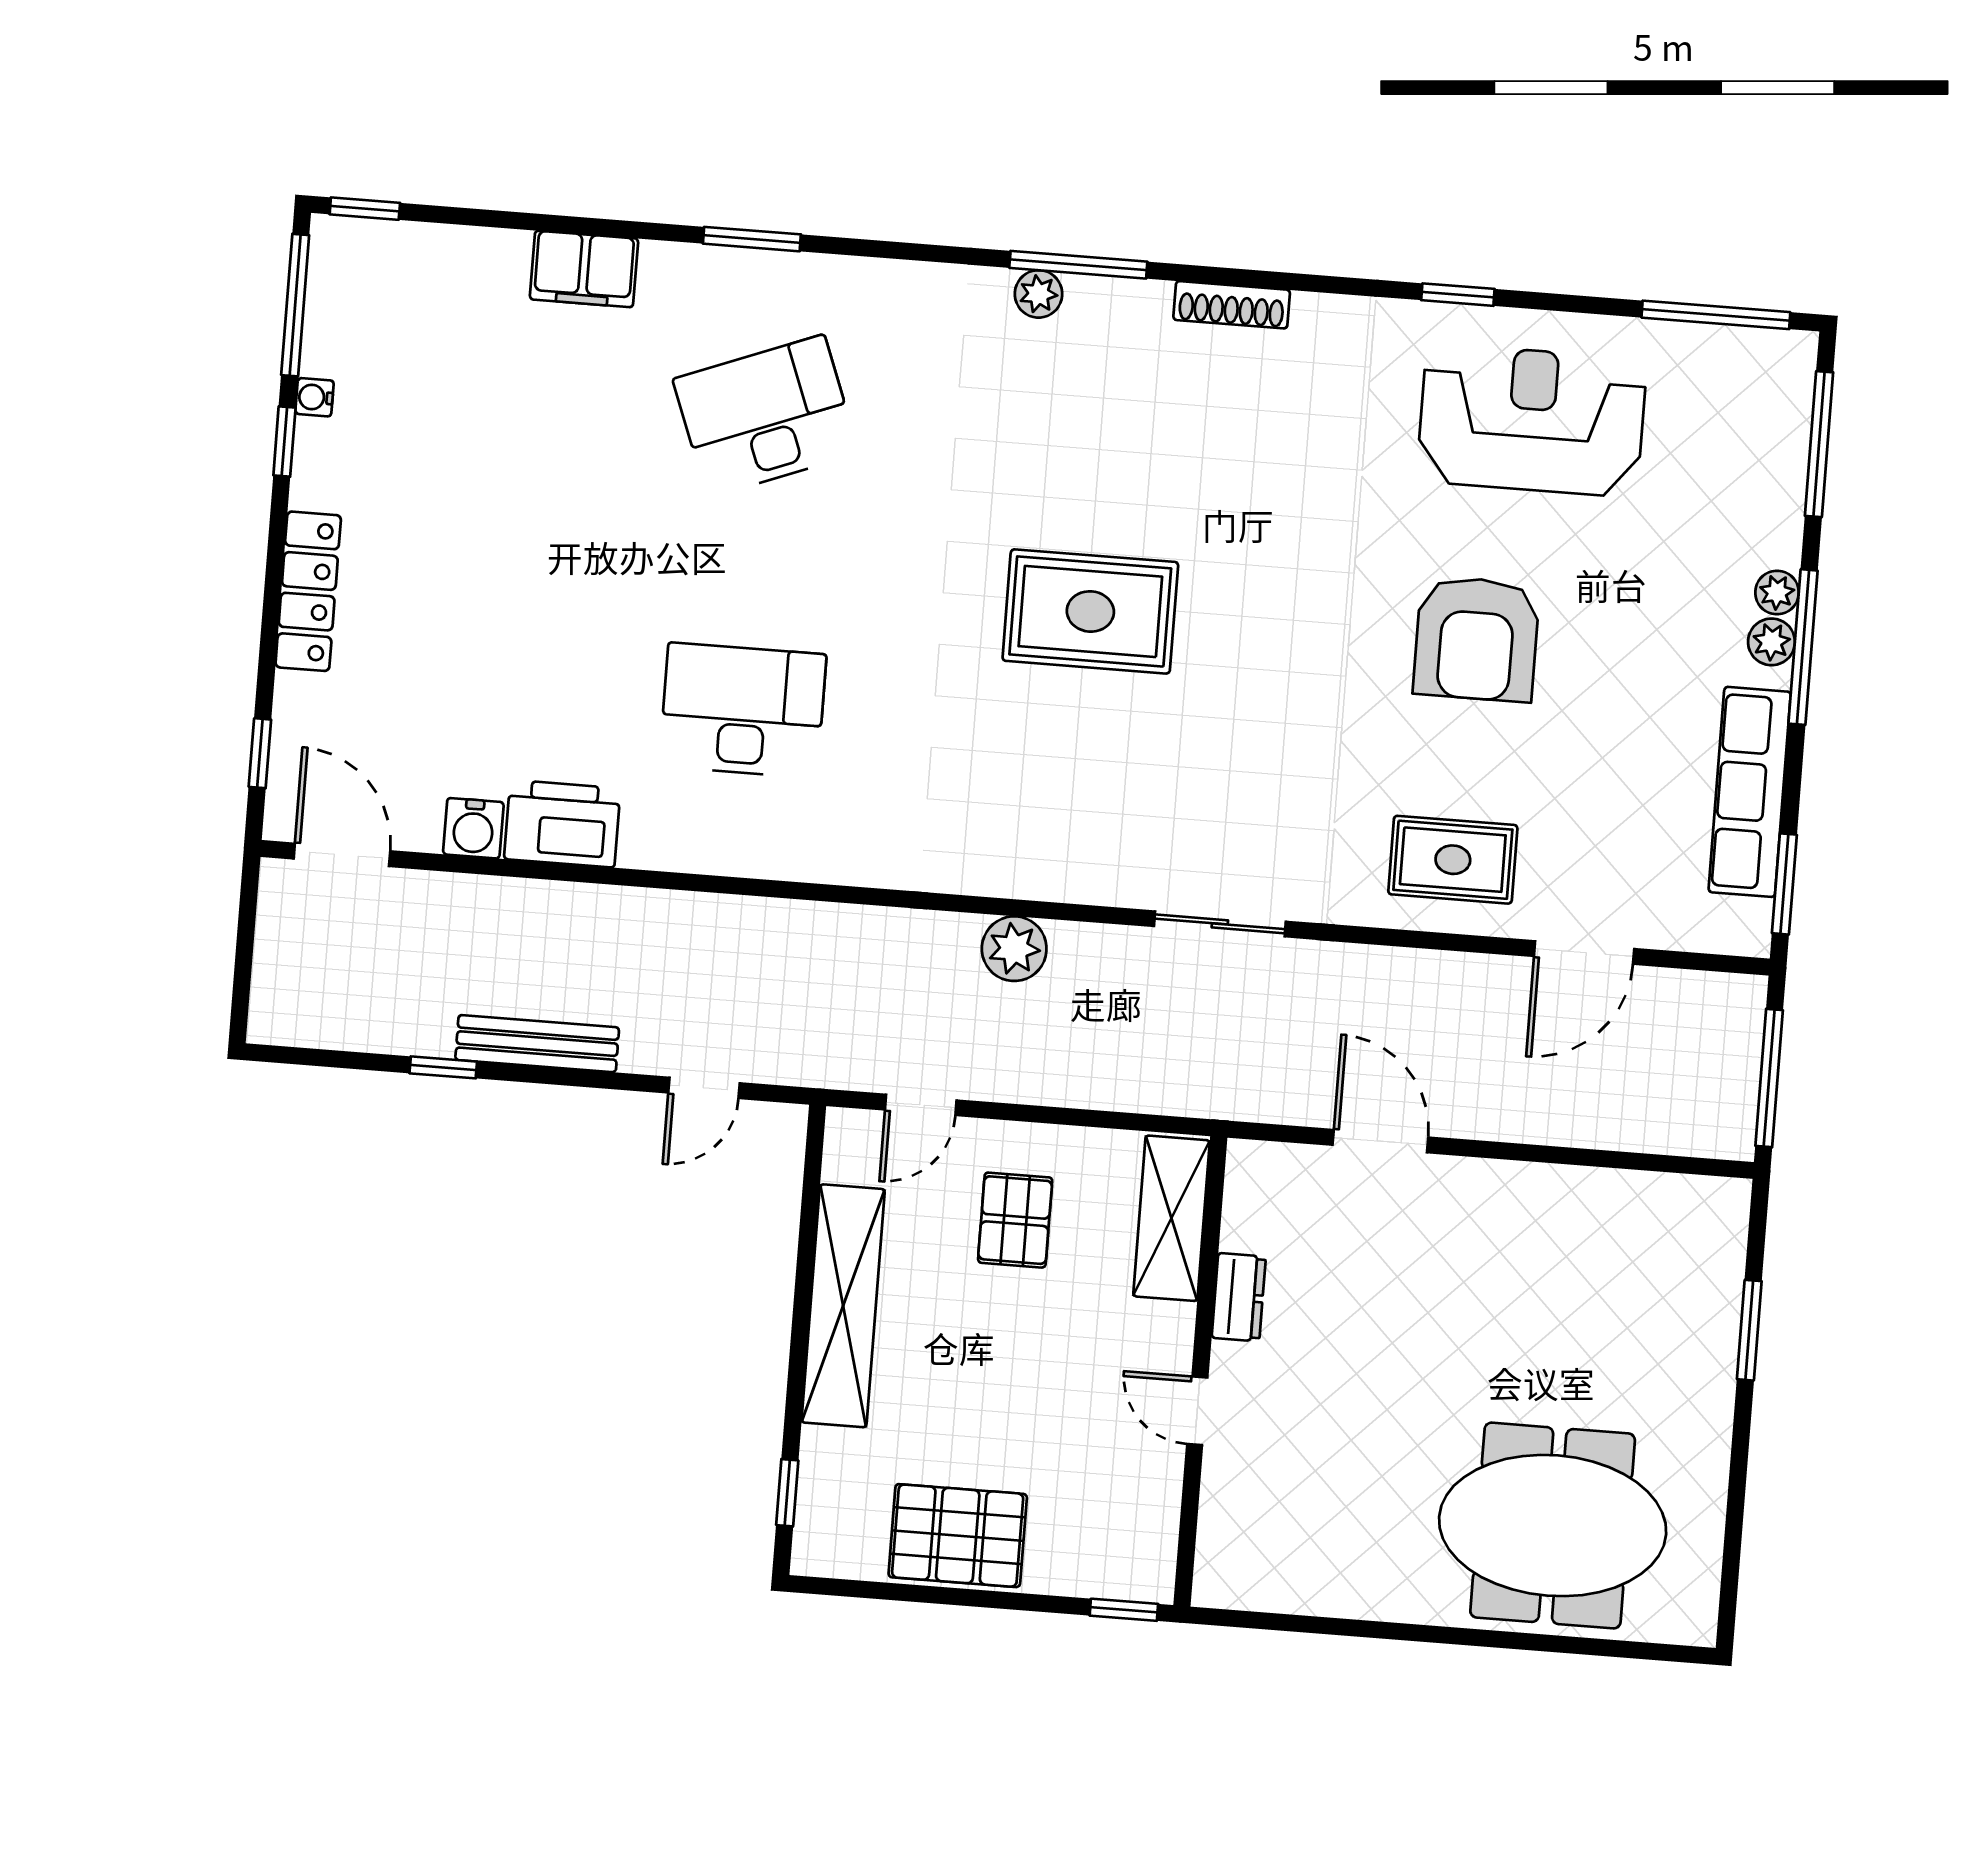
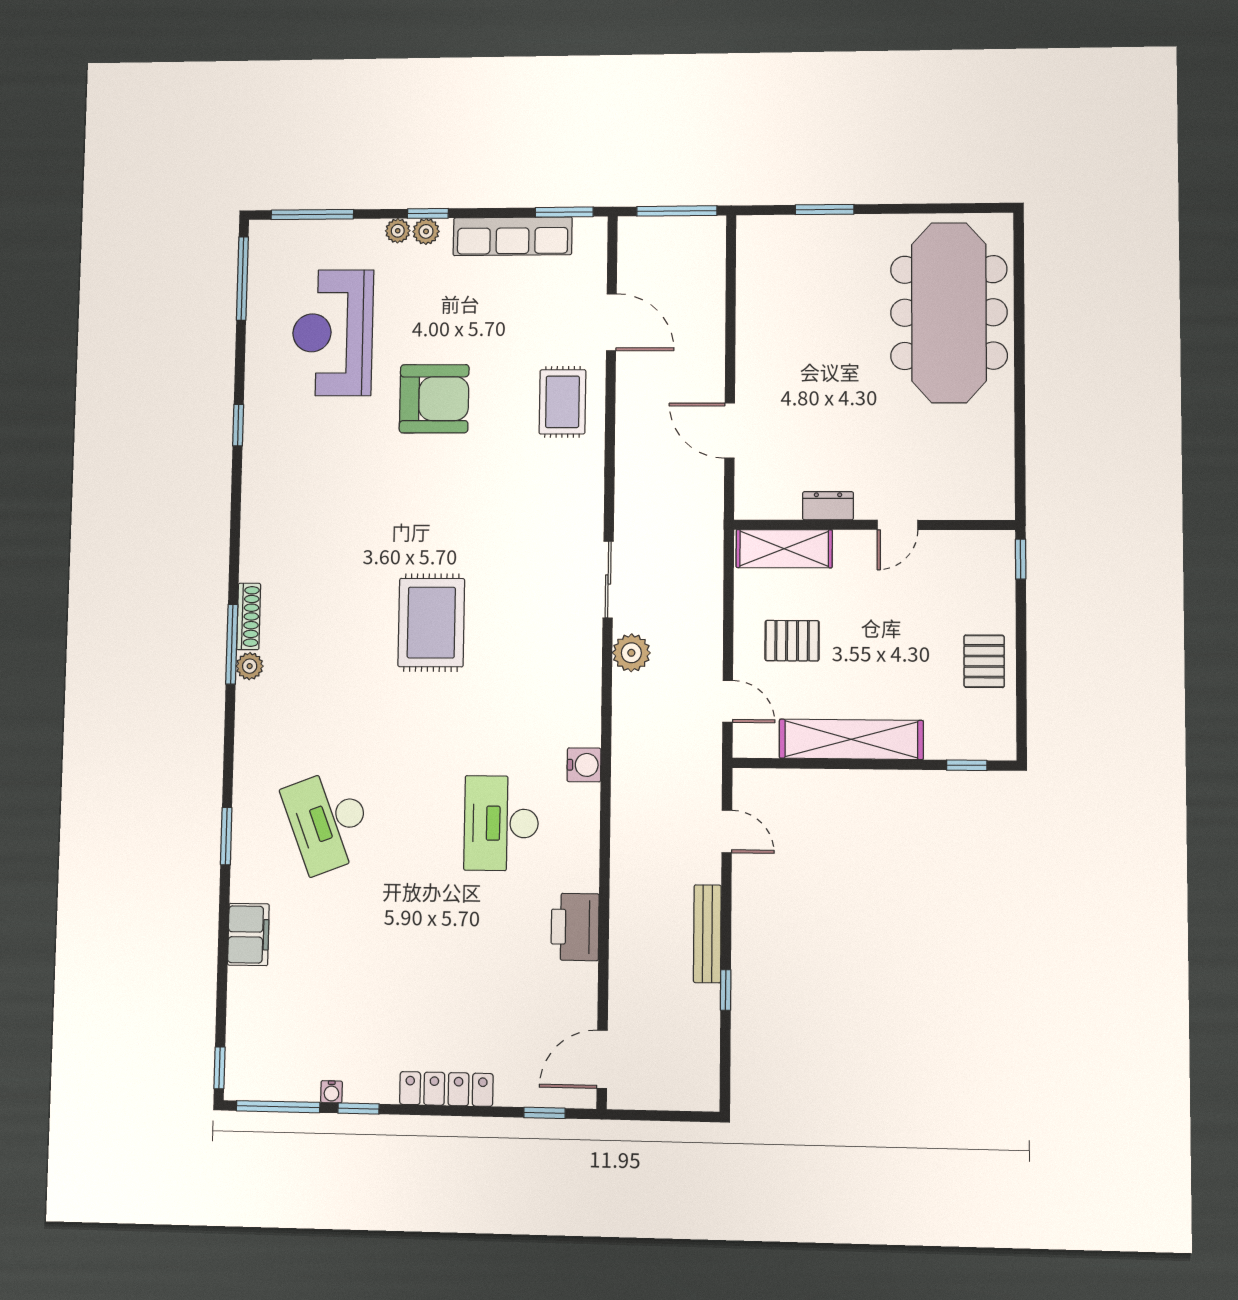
shoe rack: (1232, 305) -> (249, 616), moved
reception desk: (1532, 420) -> (333, 333), moved
window: (1803, 647) -> (428, 213), width x0.46
water cooler: (473, 828) -> (584, 765), moved
sliding door: (1220, 924) -> (608, 579), moved
door: (1380, 1141) -> (730, 430), hinge flipped
meeting table: (1553, 1526) -> (949, 313), width x1.36
pallet: (958, 1536) -> (984, 661), width x0.67, depth x0.71

